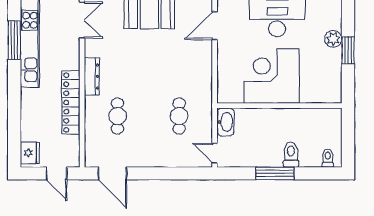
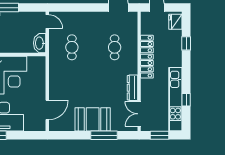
window: (14, 40) -> (186, 100), width x0.46
dresser: (92, 77) -> (132, 88), moved
window: (14, 122) -> (186, 43), added

